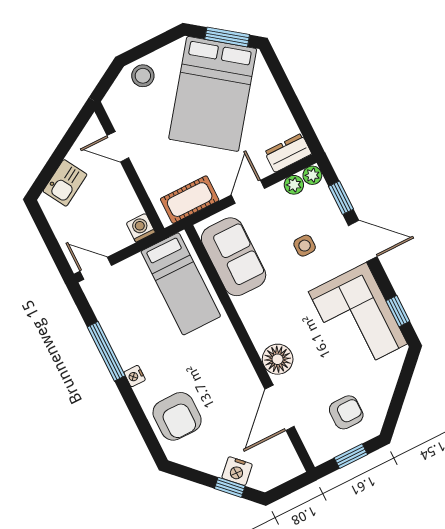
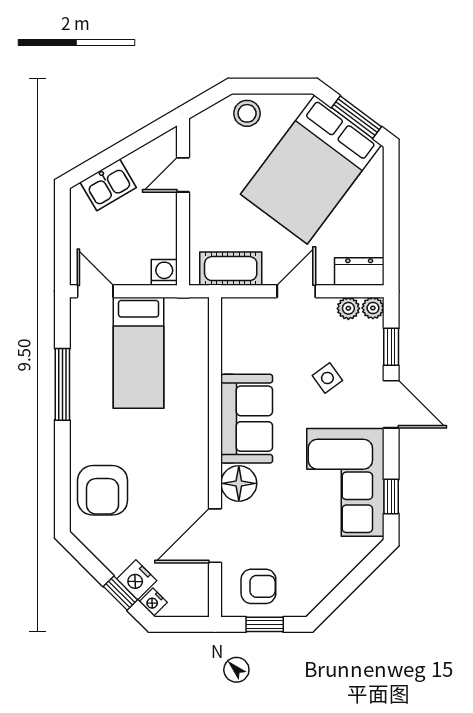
door: (118, 147) -> (183, 175), hinge flipped
side table: (305, 246) -> (327, 378), turned -36
sofa: (234, 257) -> (247, 419), moved
bed: (181, 284) -> (139, 353), moved
nightstand: (135, 376) -> (153, 602), moved, turned -45
armchair: (346, 412) -> (258, 586), moved

